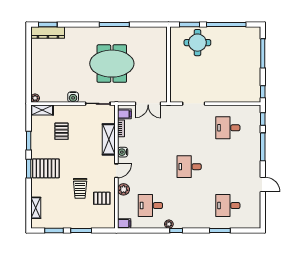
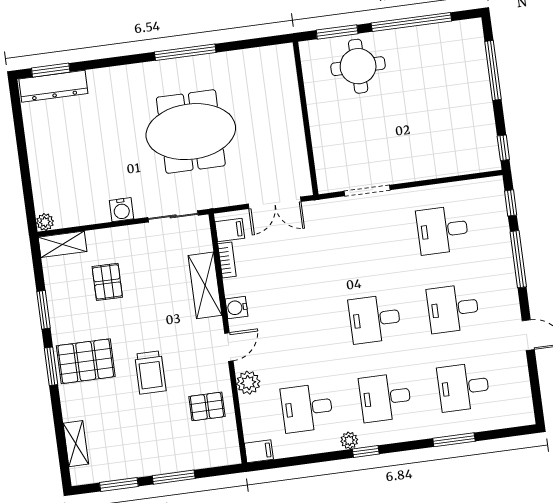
desk: (228, 167) -> (453, 309), added
trolley: (80, 188) -> (150, 372), moved
desk: (189, 206) -> (385, 398), added

